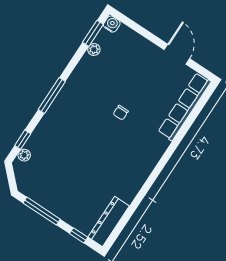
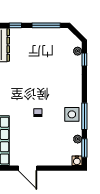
side table: (81, 84) -> (72, 114), added
window: (52, 96) -> (84, 116), moved

